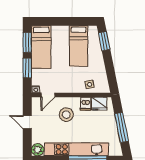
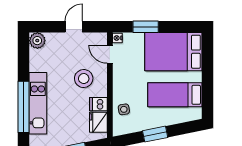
window: (104, 41) -> (155, 134), moved
window: (27, 42) -> (180, 27), removed
bed: (41, 47) -> (173, 52), width x1.50
kitchen unit: (76, 149) -> (38, 103), width x0.73

